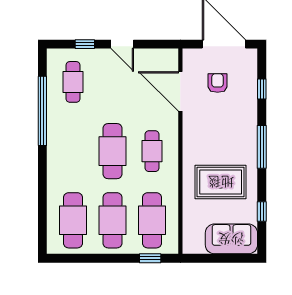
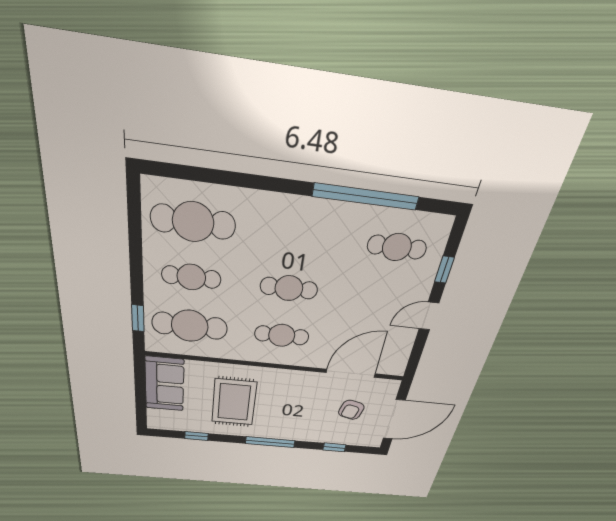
armchair: (218, 83) -> (351, 410), turned 105
cafe table: (113, 151) -> (289, 288), width x0.73, depth x0.74
cafe table: (113, 220) -> (191, 277), width x0.73, depth x0.74
sofa: (231, 239) -> (165, 384), moved

